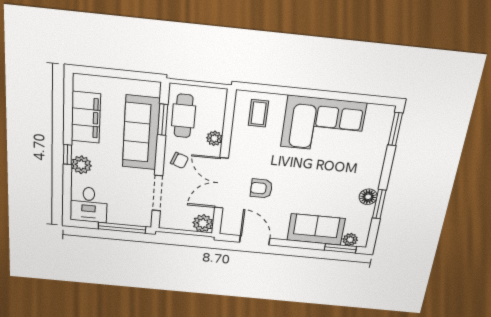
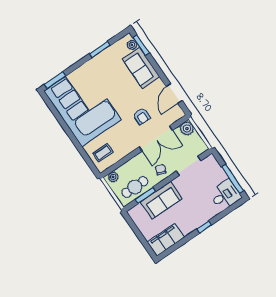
filing cabinet: (86, 117) -> (166, 240), moved
corner sofa: (323, 125) -> (83, 106), width x1.36, depth x1.36
sofa: (141, 133) -> (161, 200), width x0.73
plant: (214, 138) -> (113, 177), moved
plant: (81, 165) -> (204, 216), removed
floor lamp: (368, 197) -> (101, 59), removed
window: (122, 228) -> (233, 179), moved

